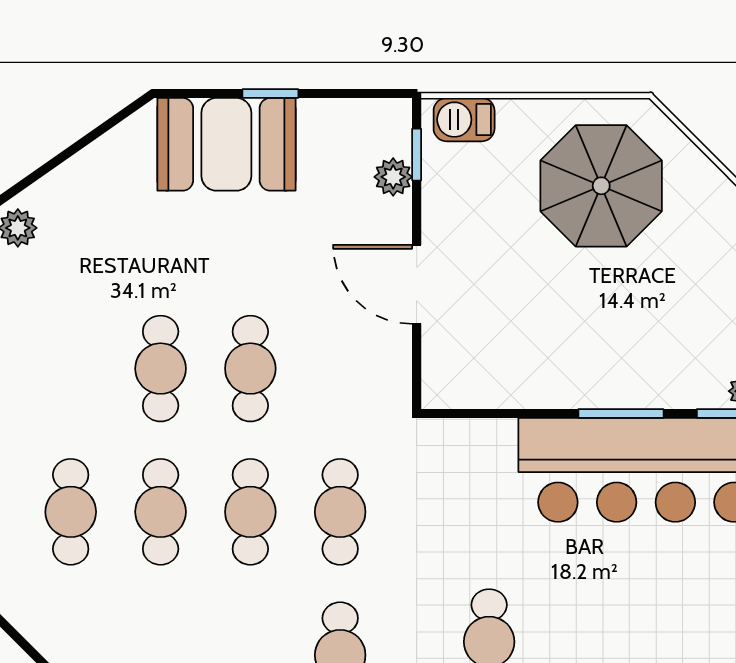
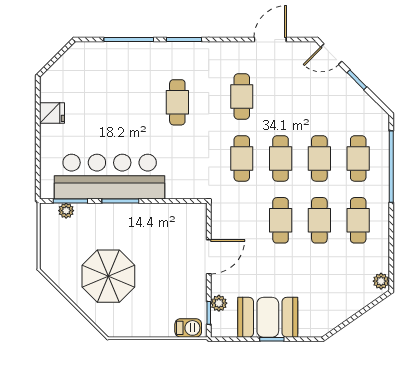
booth: (226, 144) -> (268, 317), moved
parasol: (601, 186) -> (108, 276), moved
door: (417, 284) -> (209, 257), hinge flipped
cafe table: (71, 369) -> (358, 220), added

